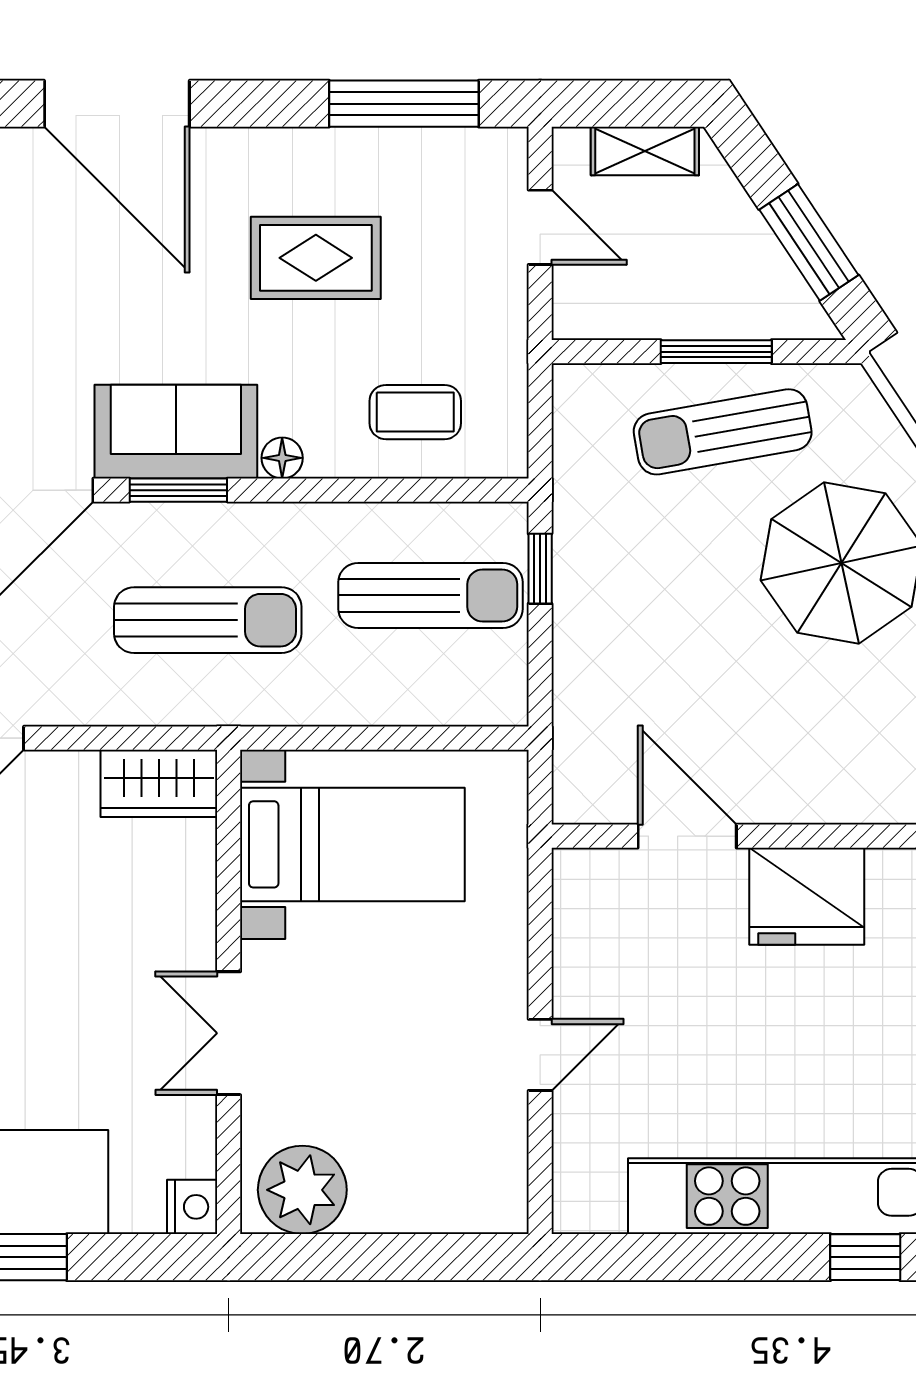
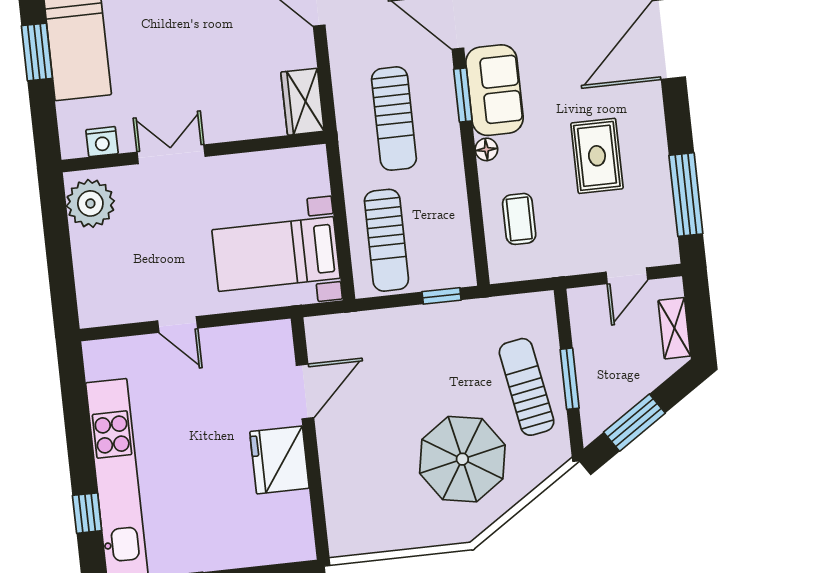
sun lounger: (431, 595) -> (386, 240), moved
bed with nightstands: (352, 844) -> (276, 254), moved, turned 90
nightstand: (192, 1207) -> (102, 142), moved

